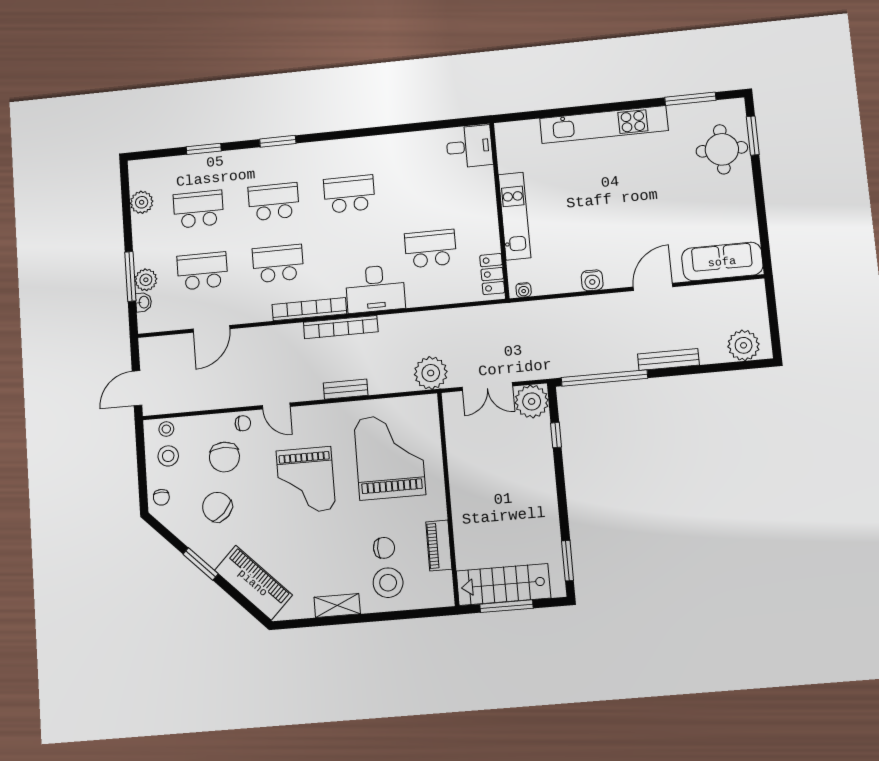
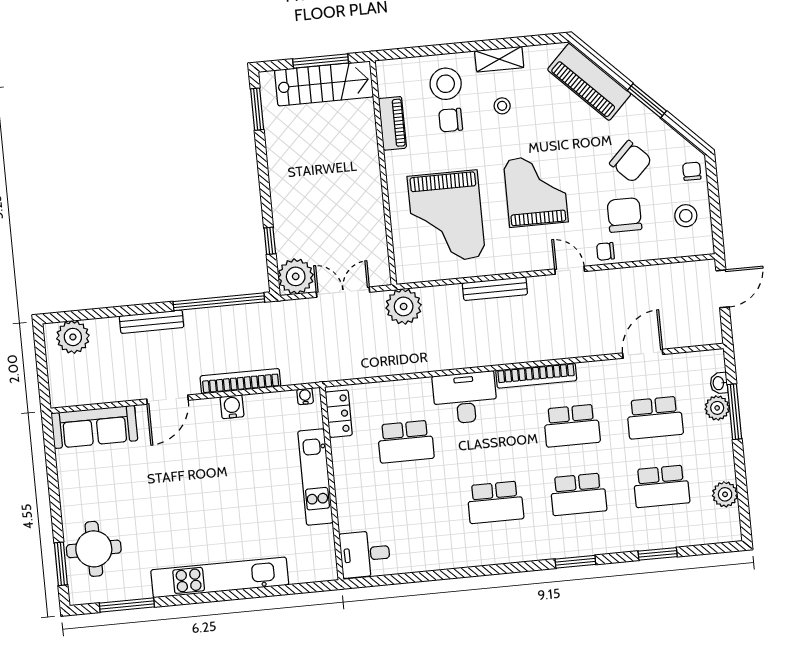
bookcase: (341, 327) -> (240, 381), moved
bench: (346, 389) -> (495, 289), width x1.36
stool: (166, 429) -> (502, 106), moved

